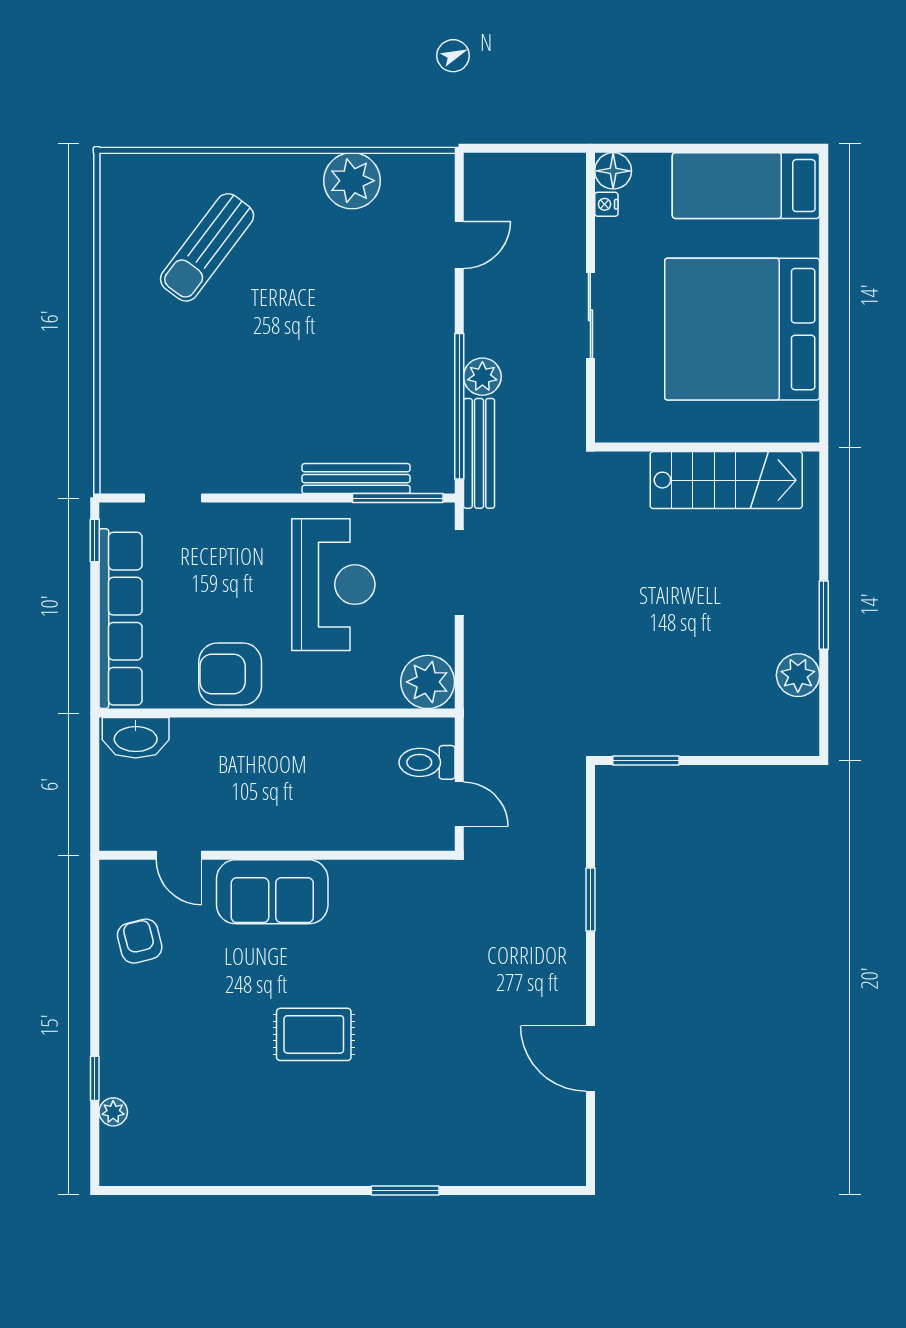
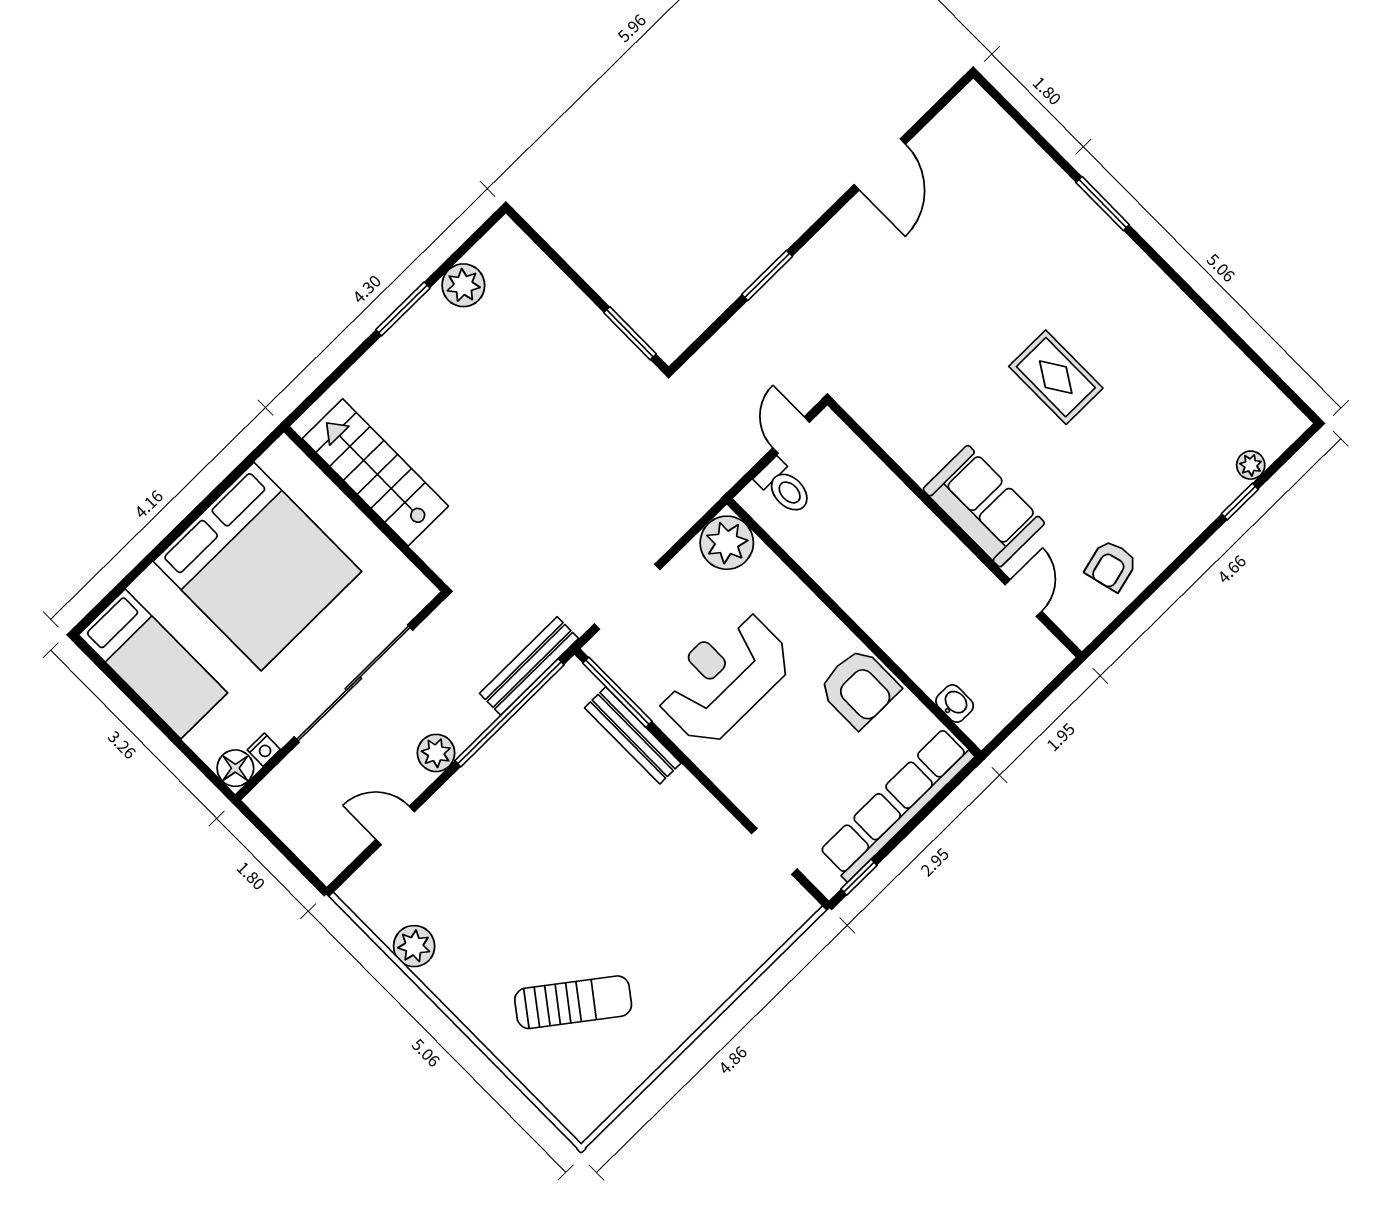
plant: (352, 181) -> (414, 946), width x0.73, depth x0.73
sliding door: (590, 315) -> (353, 683), width x1.86
plant: (482, 377) -> (436, 753), moved
washbasin: (136, 738) -> (955, 704), width x0.52, depth x0.69

